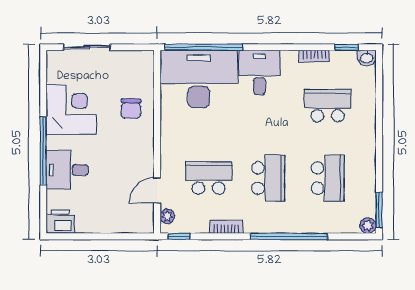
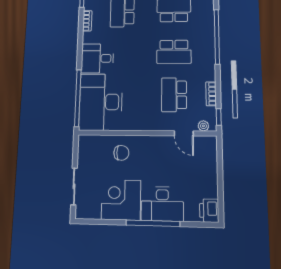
desk: (67, 170) -> (162, 204), width x1.37
school desk: (268, 178) -> (174, 52), turned 180
bookcase: (226, 227) -> (211, 94), moved

